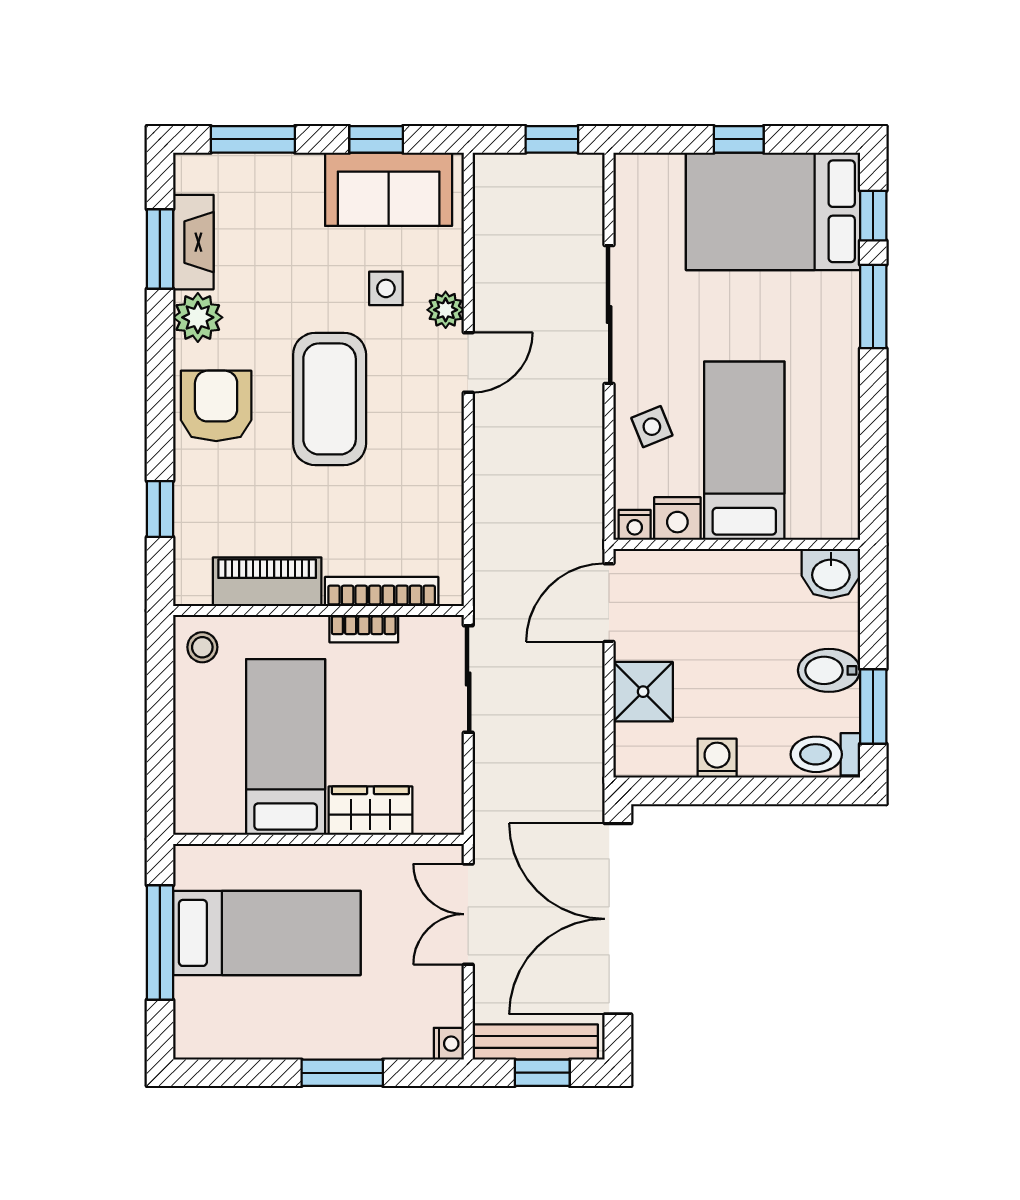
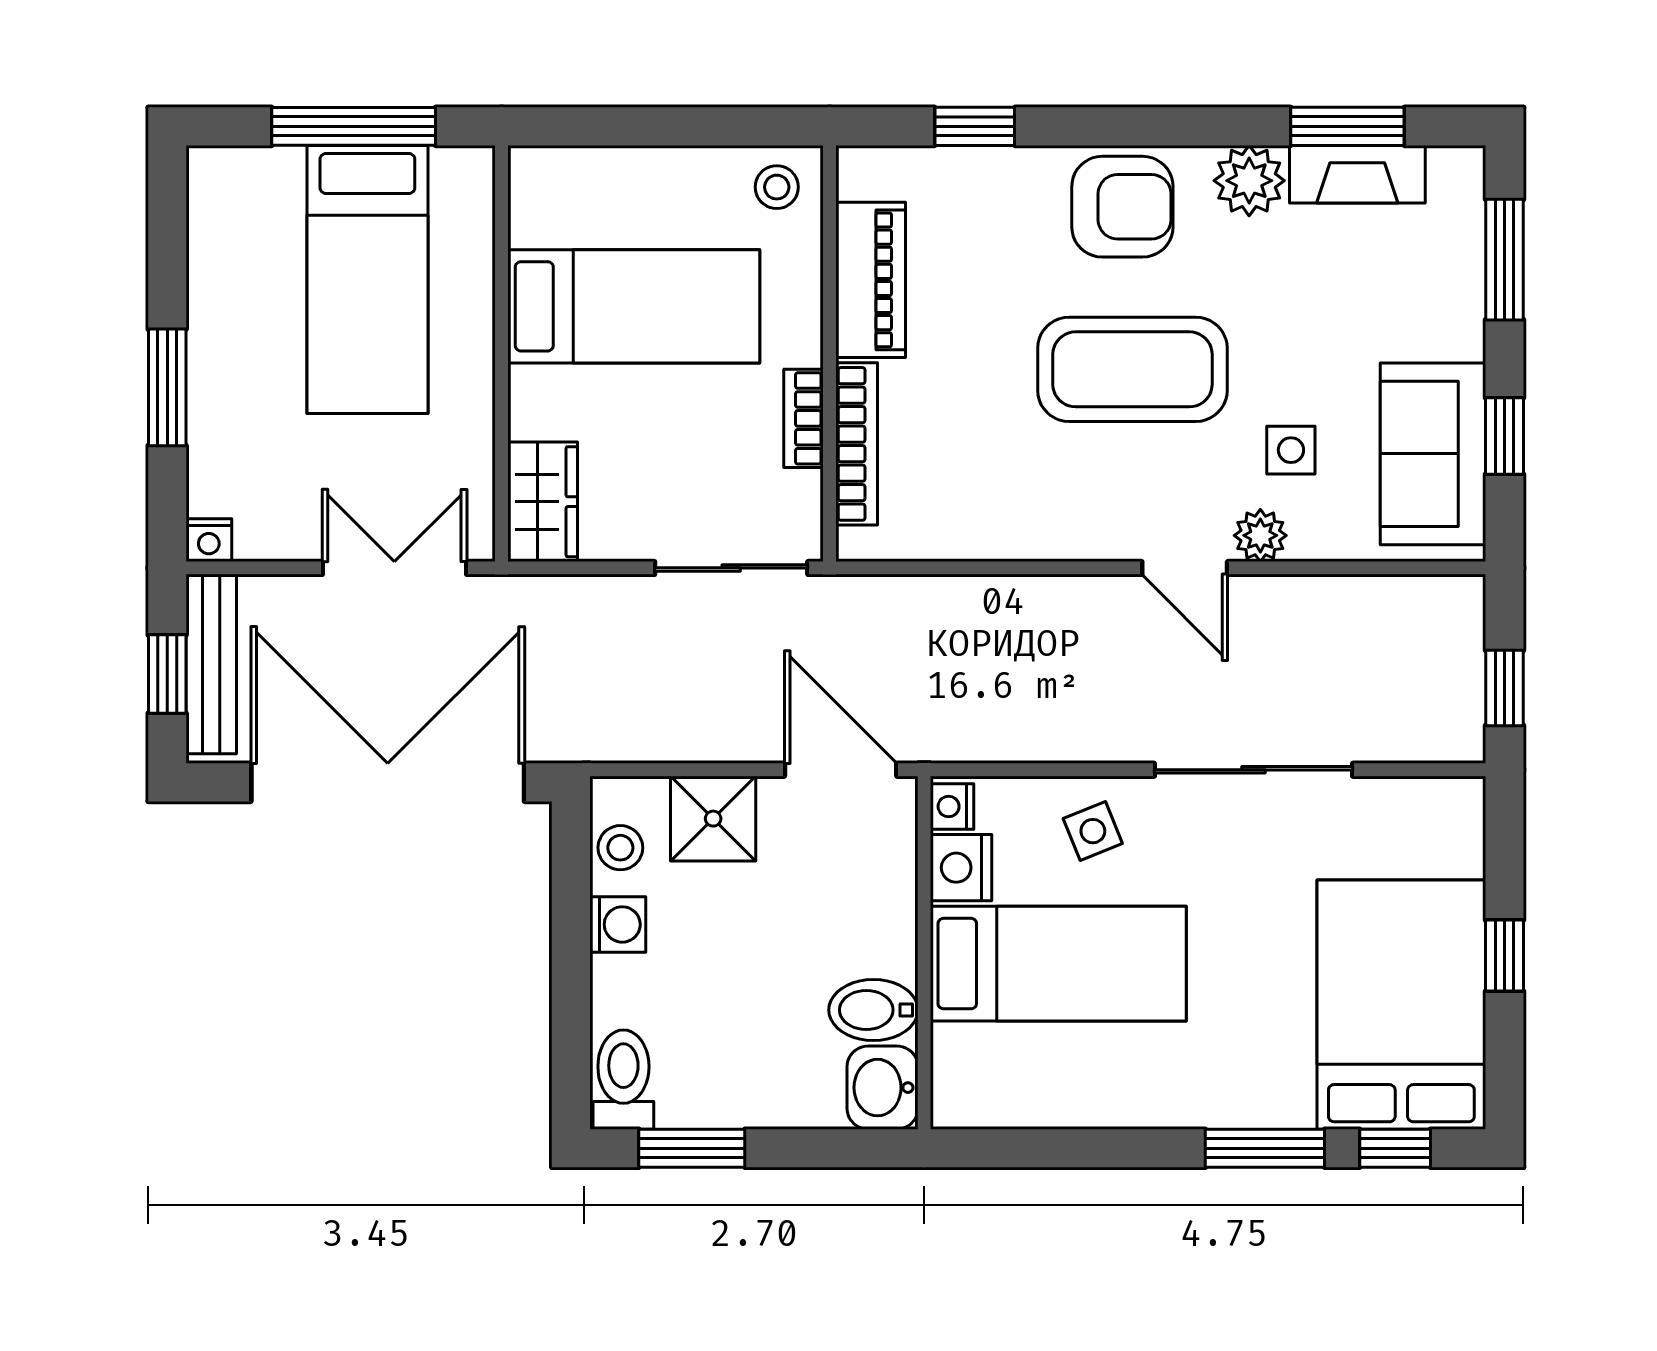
bidet: (829, 670) -> (873, 1010), moved, turned -90
stool: (663, 756) -> (620, 848), added
wardrobe: (370, 811) -> (543, 502), moved

